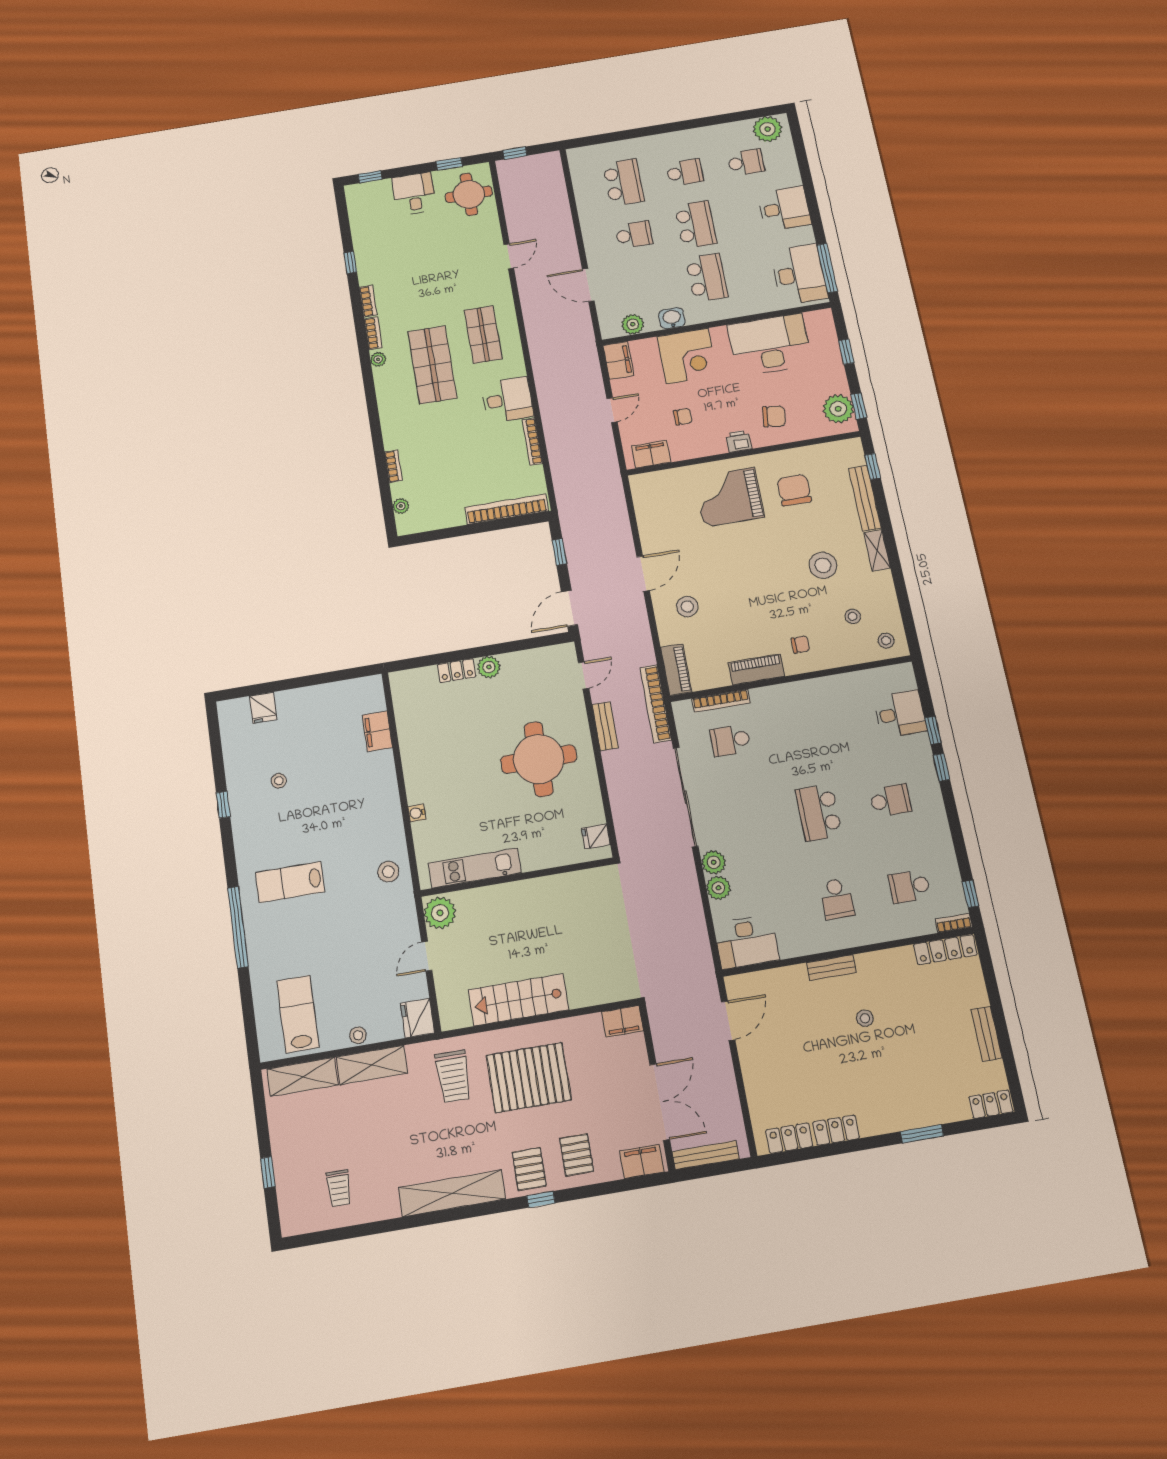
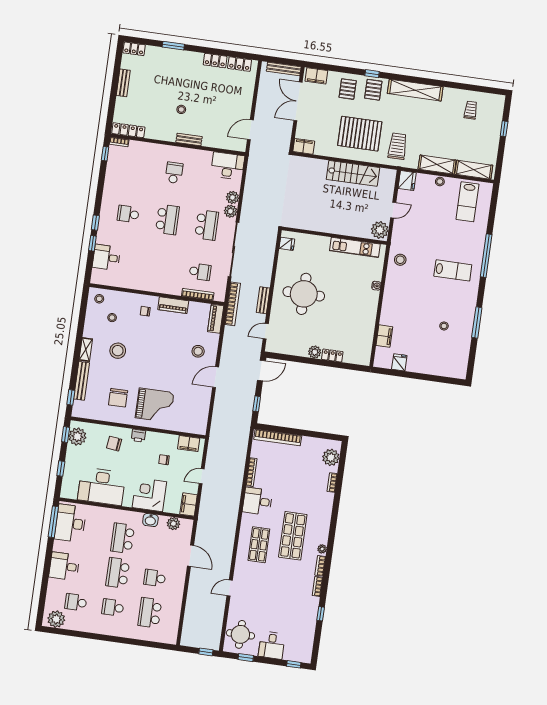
plant: (401, 506) -> (331, 457), width x1.88, depth x1.88
fridge: (263, 708) -> (399, 362), moved
window: (223, 805) -> (477, 323), width x2.17
school desk: (909, 886) -> (207, 225), moved, width x1.85

